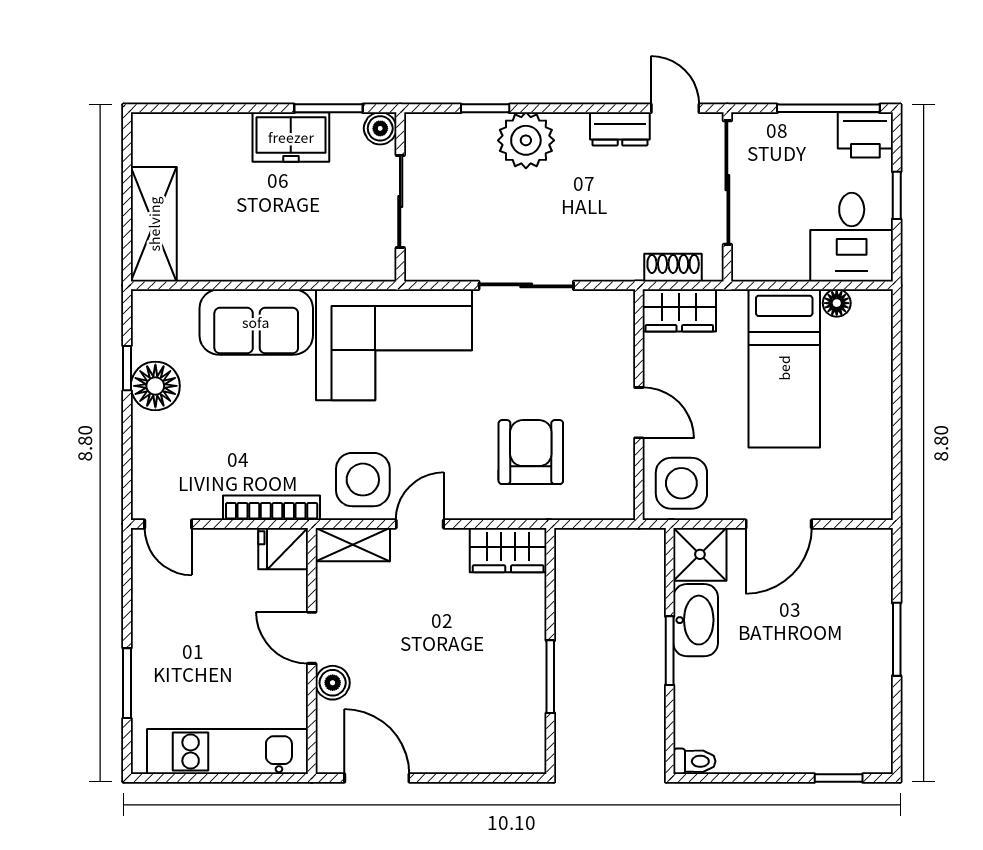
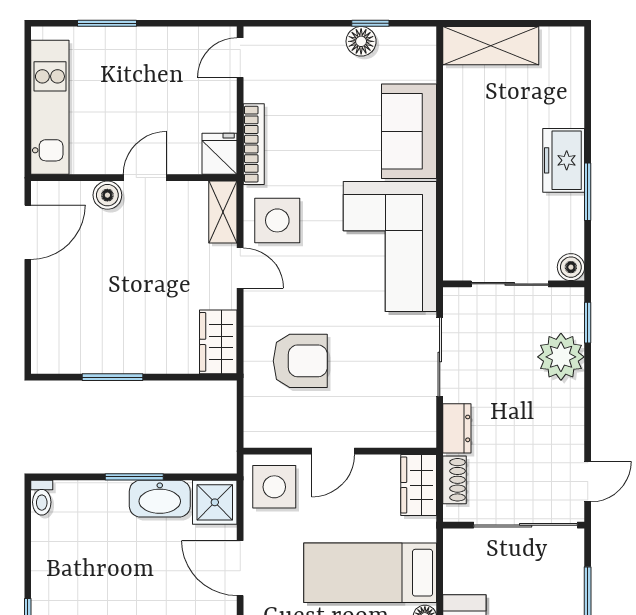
boiler: (380, 128) -> (571, 267), moved
dresser: (620, 129) -> (457, 428), moved, turned 180
wall: (400, 197) -> (514, 284), moved
sliding door: (400, 201) -> (510, 284), moved
floor lamp: (155, 386) -> (361, 41), width x0.73, depth x0.73

